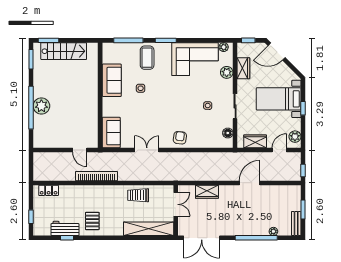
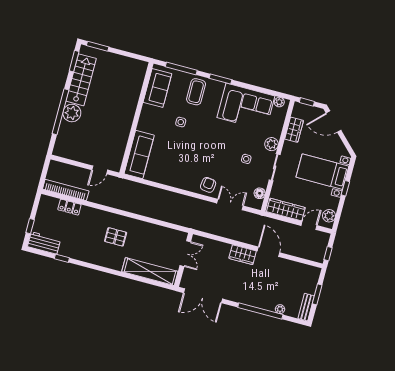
stairs: (64, 51) -> (81, 80), moved, turned -90
plant: (227, 72) -> (271, 144), moved
sofa: (112, 80) -> (157, 88), moved
sofa: (111, 133) -> (139, 154), width x1.36
wardrobe: (255, 141) -> (286, 210), width x1.50
door: (80, 150) -> (100, 170), hinge flipped
double door: (147, 150) -> (230, 205), moved
bookcase: (97, 176) -> (66, 190), moved
door: (250, 183) -> (269, 252), hinge flipped
locker: (49, 190) -> (69, 207), moved
wardrobe: (207, 192) -> (243, 255), moved
trolley: (138, 195) -> (148, 233), removed
pallet: (92, 221) -> (116, 237), moved, turned 90
workbench: (65, 228) -> (44, 243), moved

